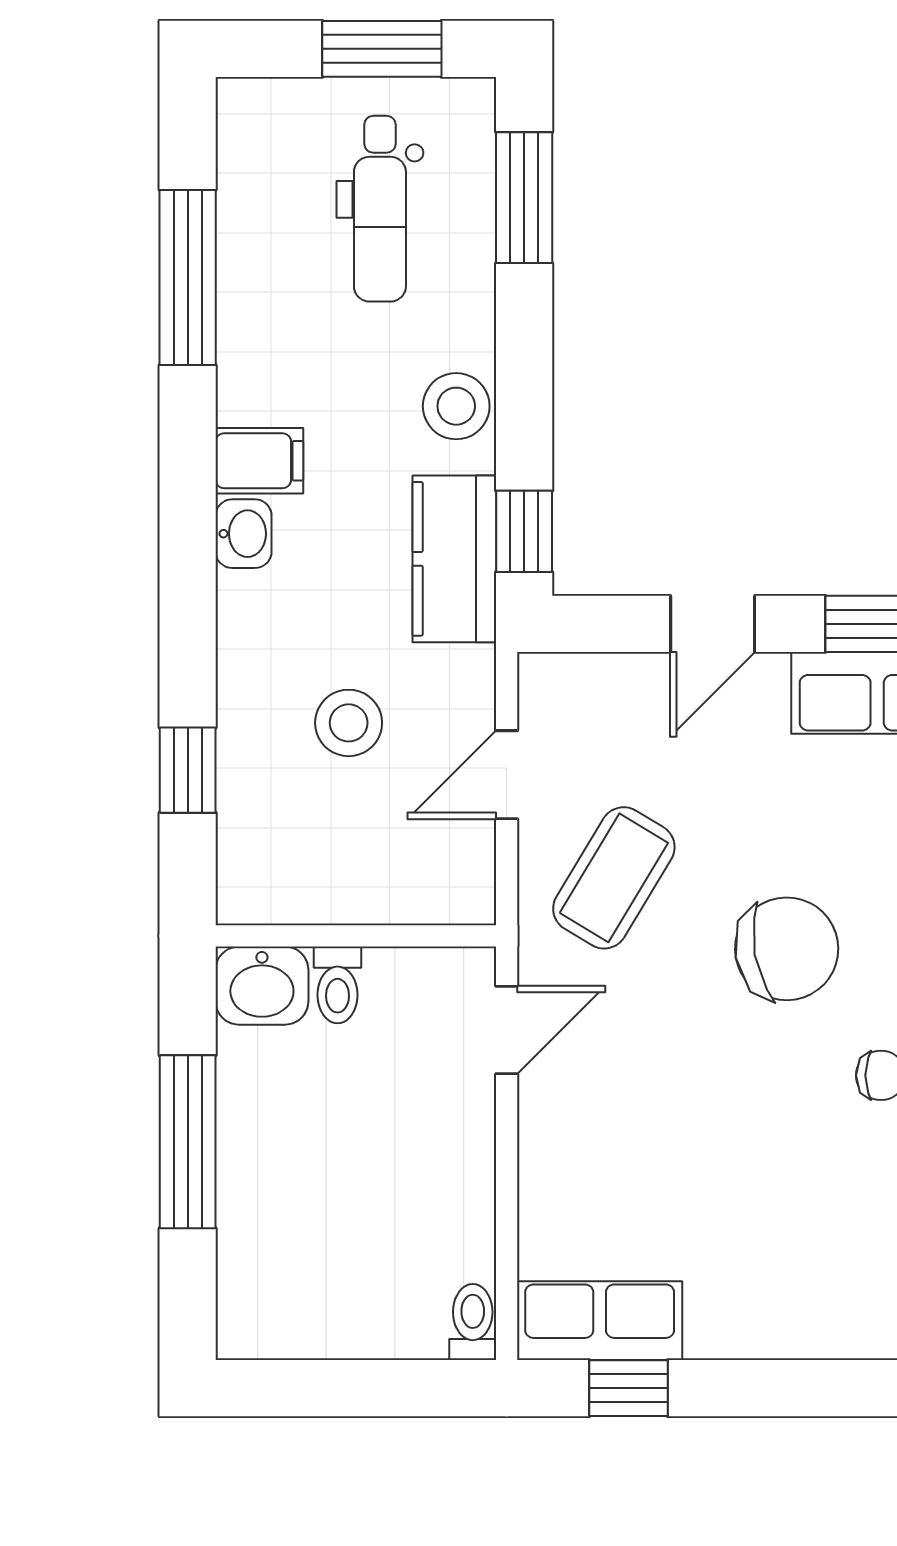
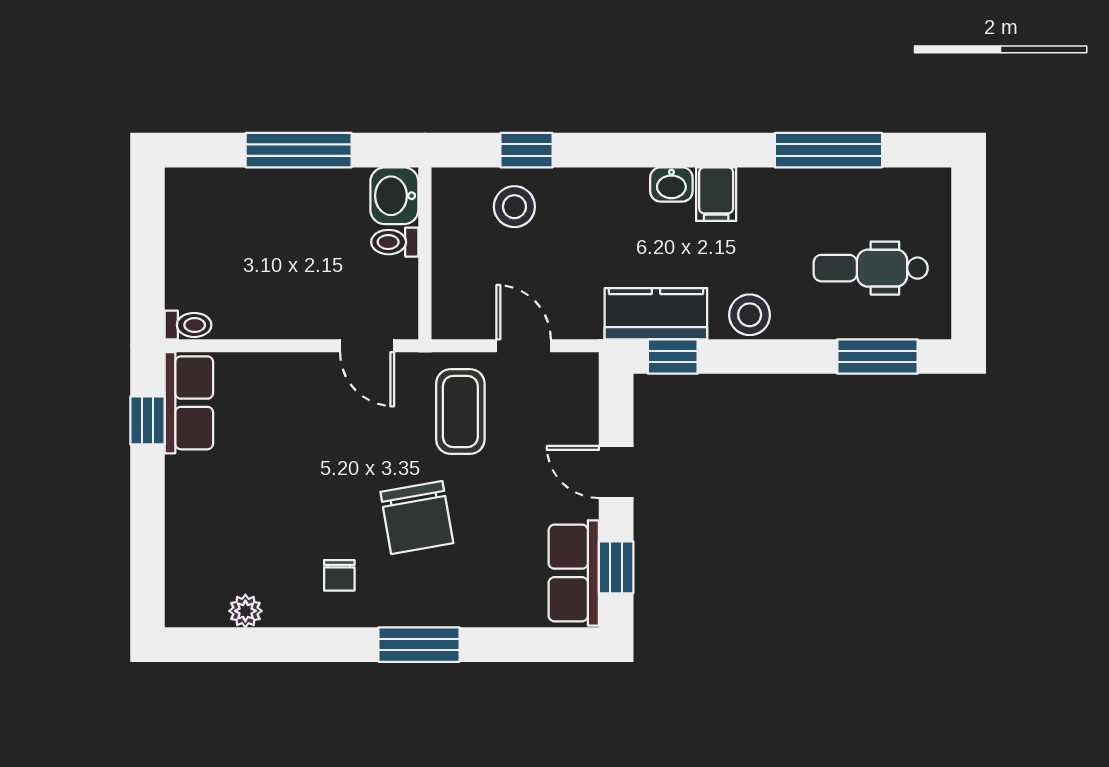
window: (382, 49) -> (969, 269), removed
stool: (349, 723) -> (514, 207), moved
coffee table: (614, 878) -> (460, 412), turned 59

